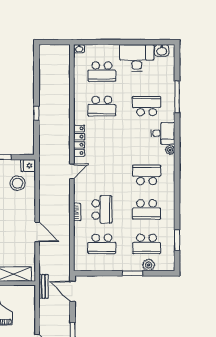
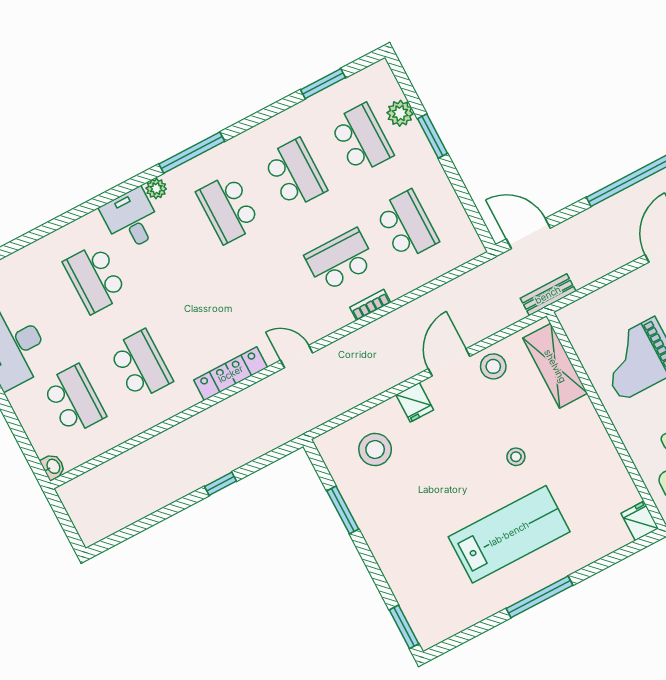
window: (177, 97) -> (192, 153), moved
fridge: (28, 165) -> (415, 402), moved
stool: (26, 249) -> (493, 366), added
door: (73, 291) -> (528, 233), swing flipped

